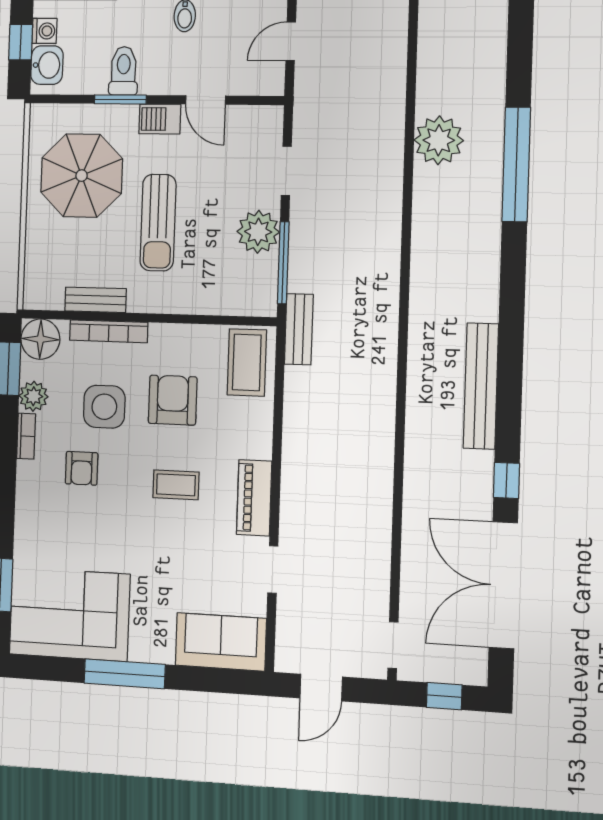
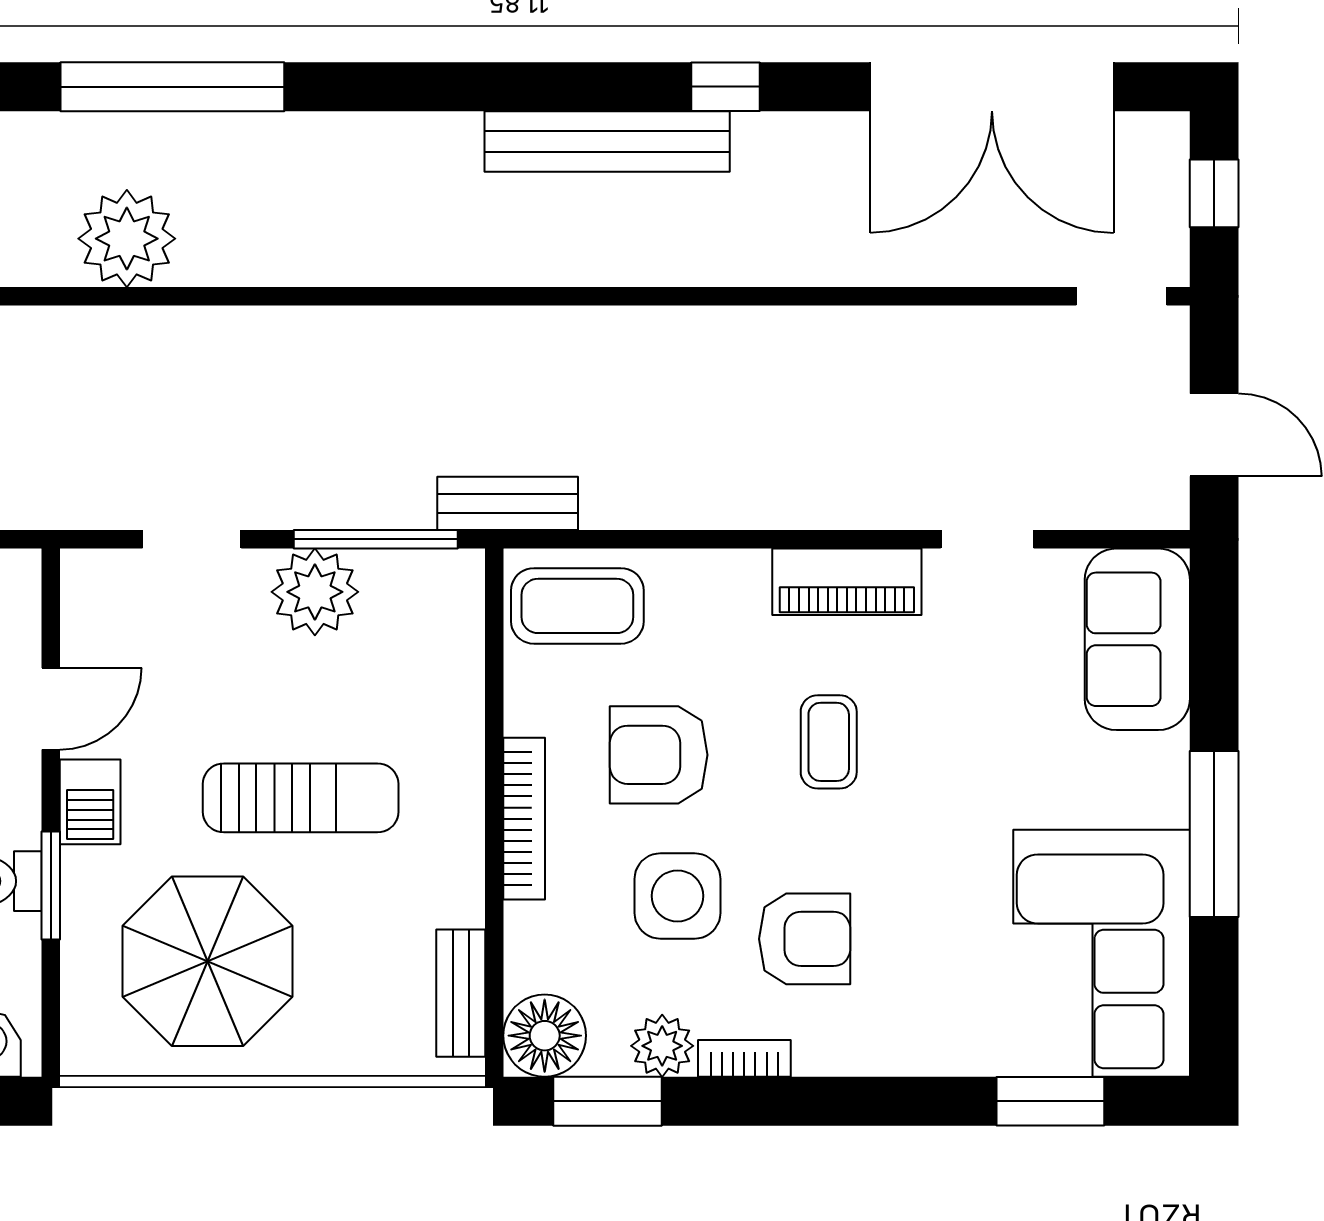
bench: (95, 300) -> (461, 993), moved
bookcase: (109, 331) -> (524, 819), moved
armchair: (82, 468) -> (805, 939), width x1.38, depth x1.38
window: (506, 480) -> (725, 87), moved

